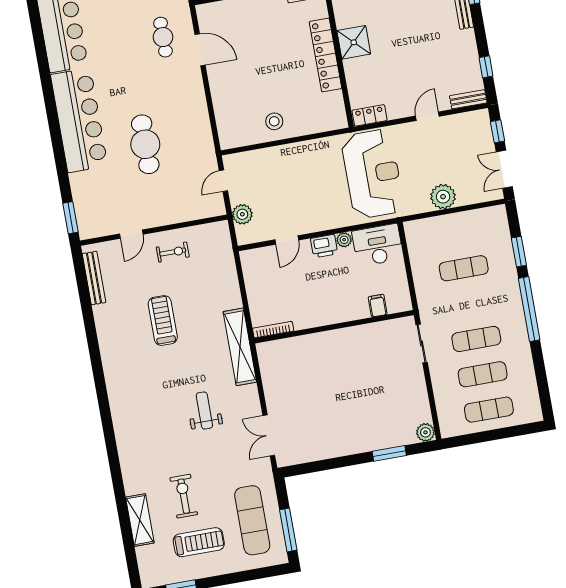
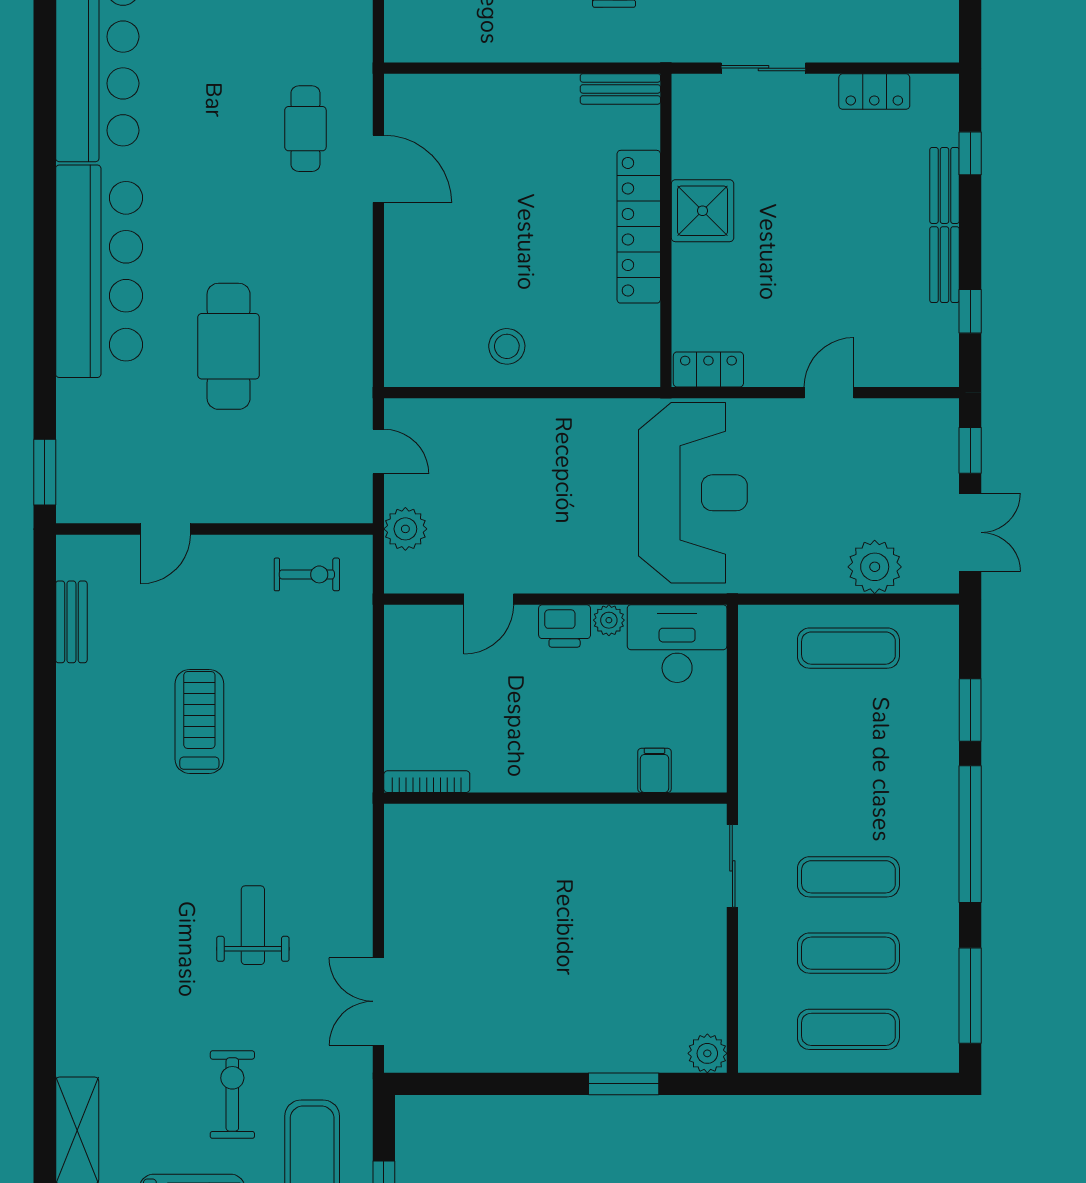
bench: (468, 99) -> (945, 265), moved, turned 90
double door: (504, 169) -> (970, 532), swing flipped
door: (223, 181) -> (378, 452), swing flipped
plant: (443, 197) -> (875, 567), moved
exercise bike: (173, 252) -> (307, 574), moved
exercise mat: (464, 268) -> (848, 648), moved
bench: (94, 278) -> (71, 622), width x0.73
shelving: (240, 347) -> (351, 805), removed
window: (542, 384) -> (970, 996), added
exercise bike: (184, 496) -> (232, 1094), moved

